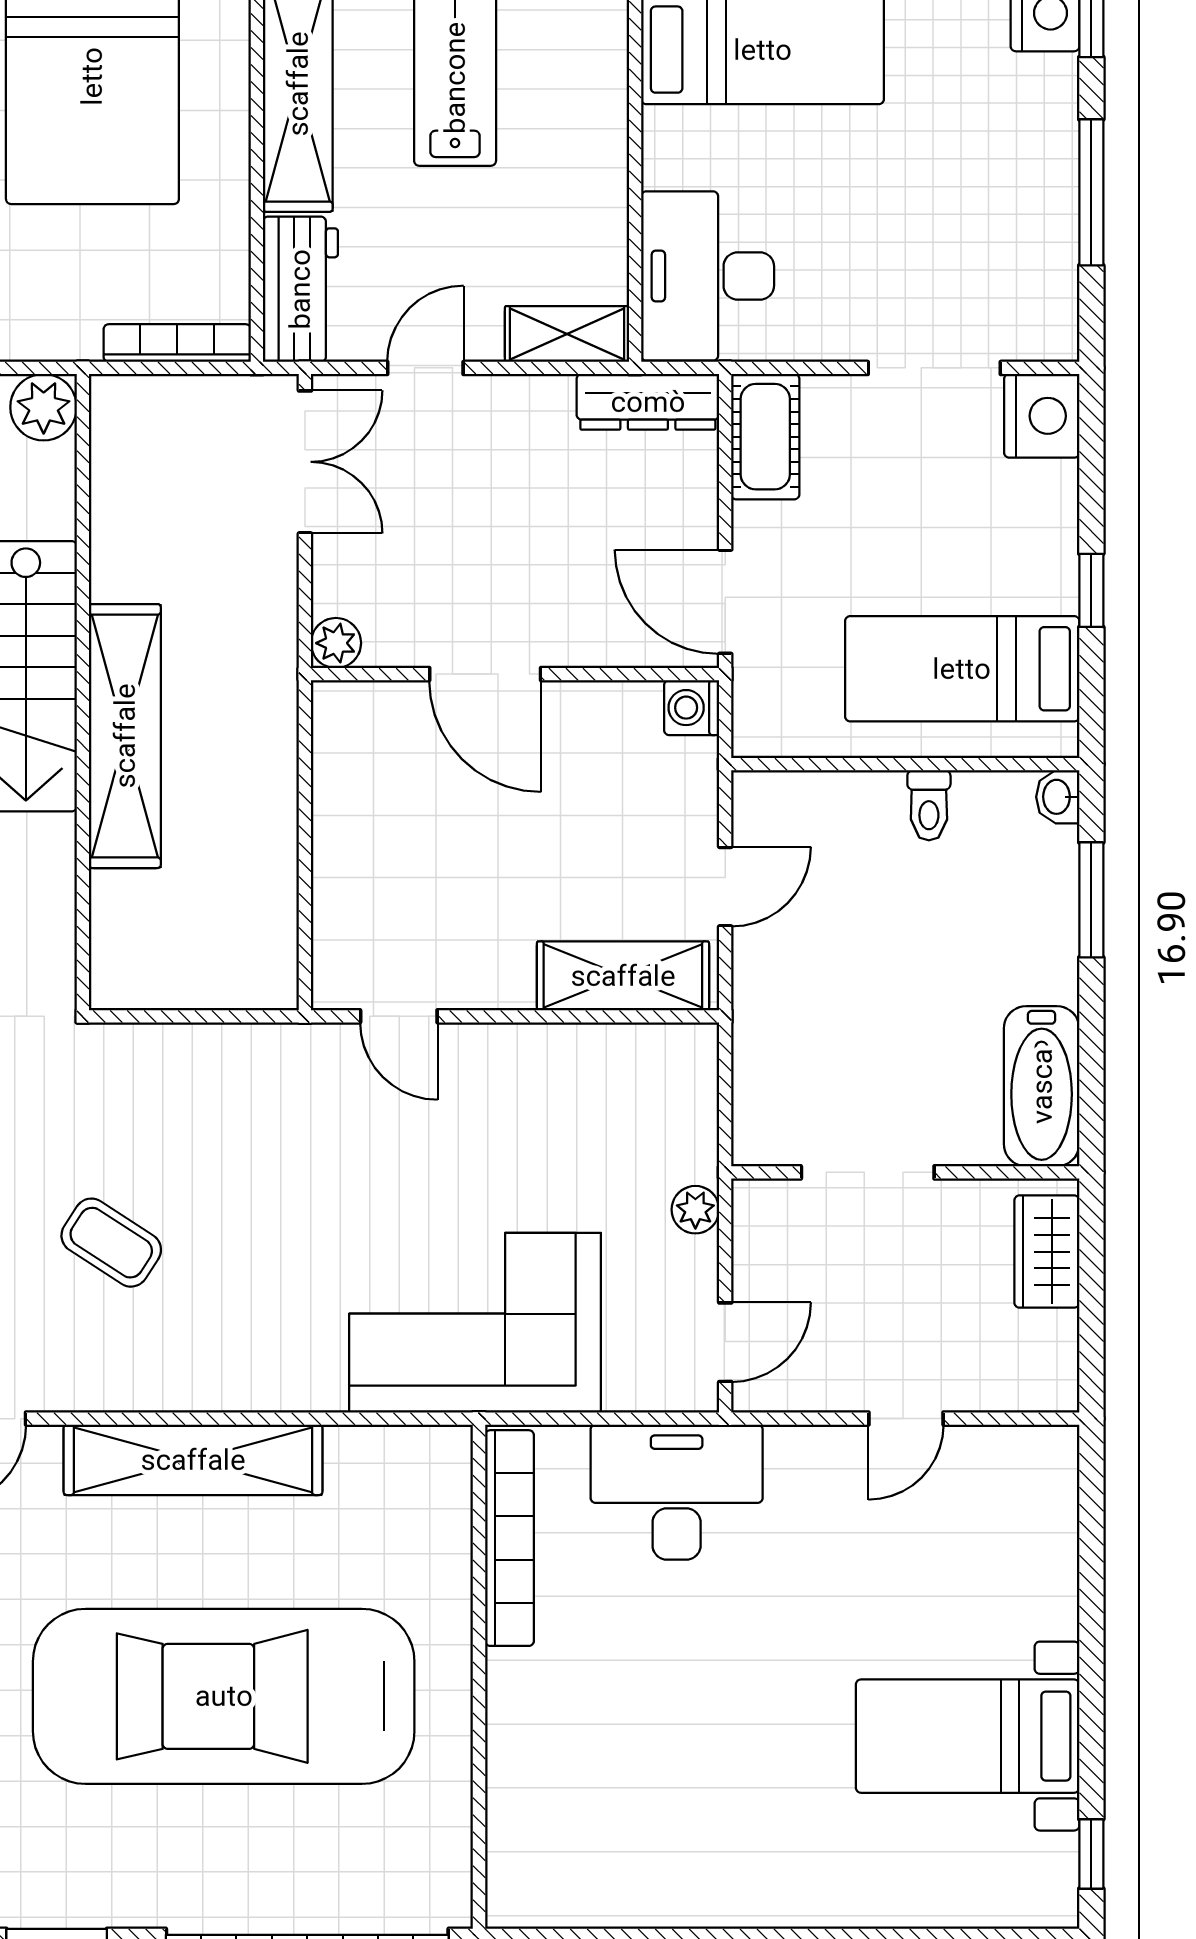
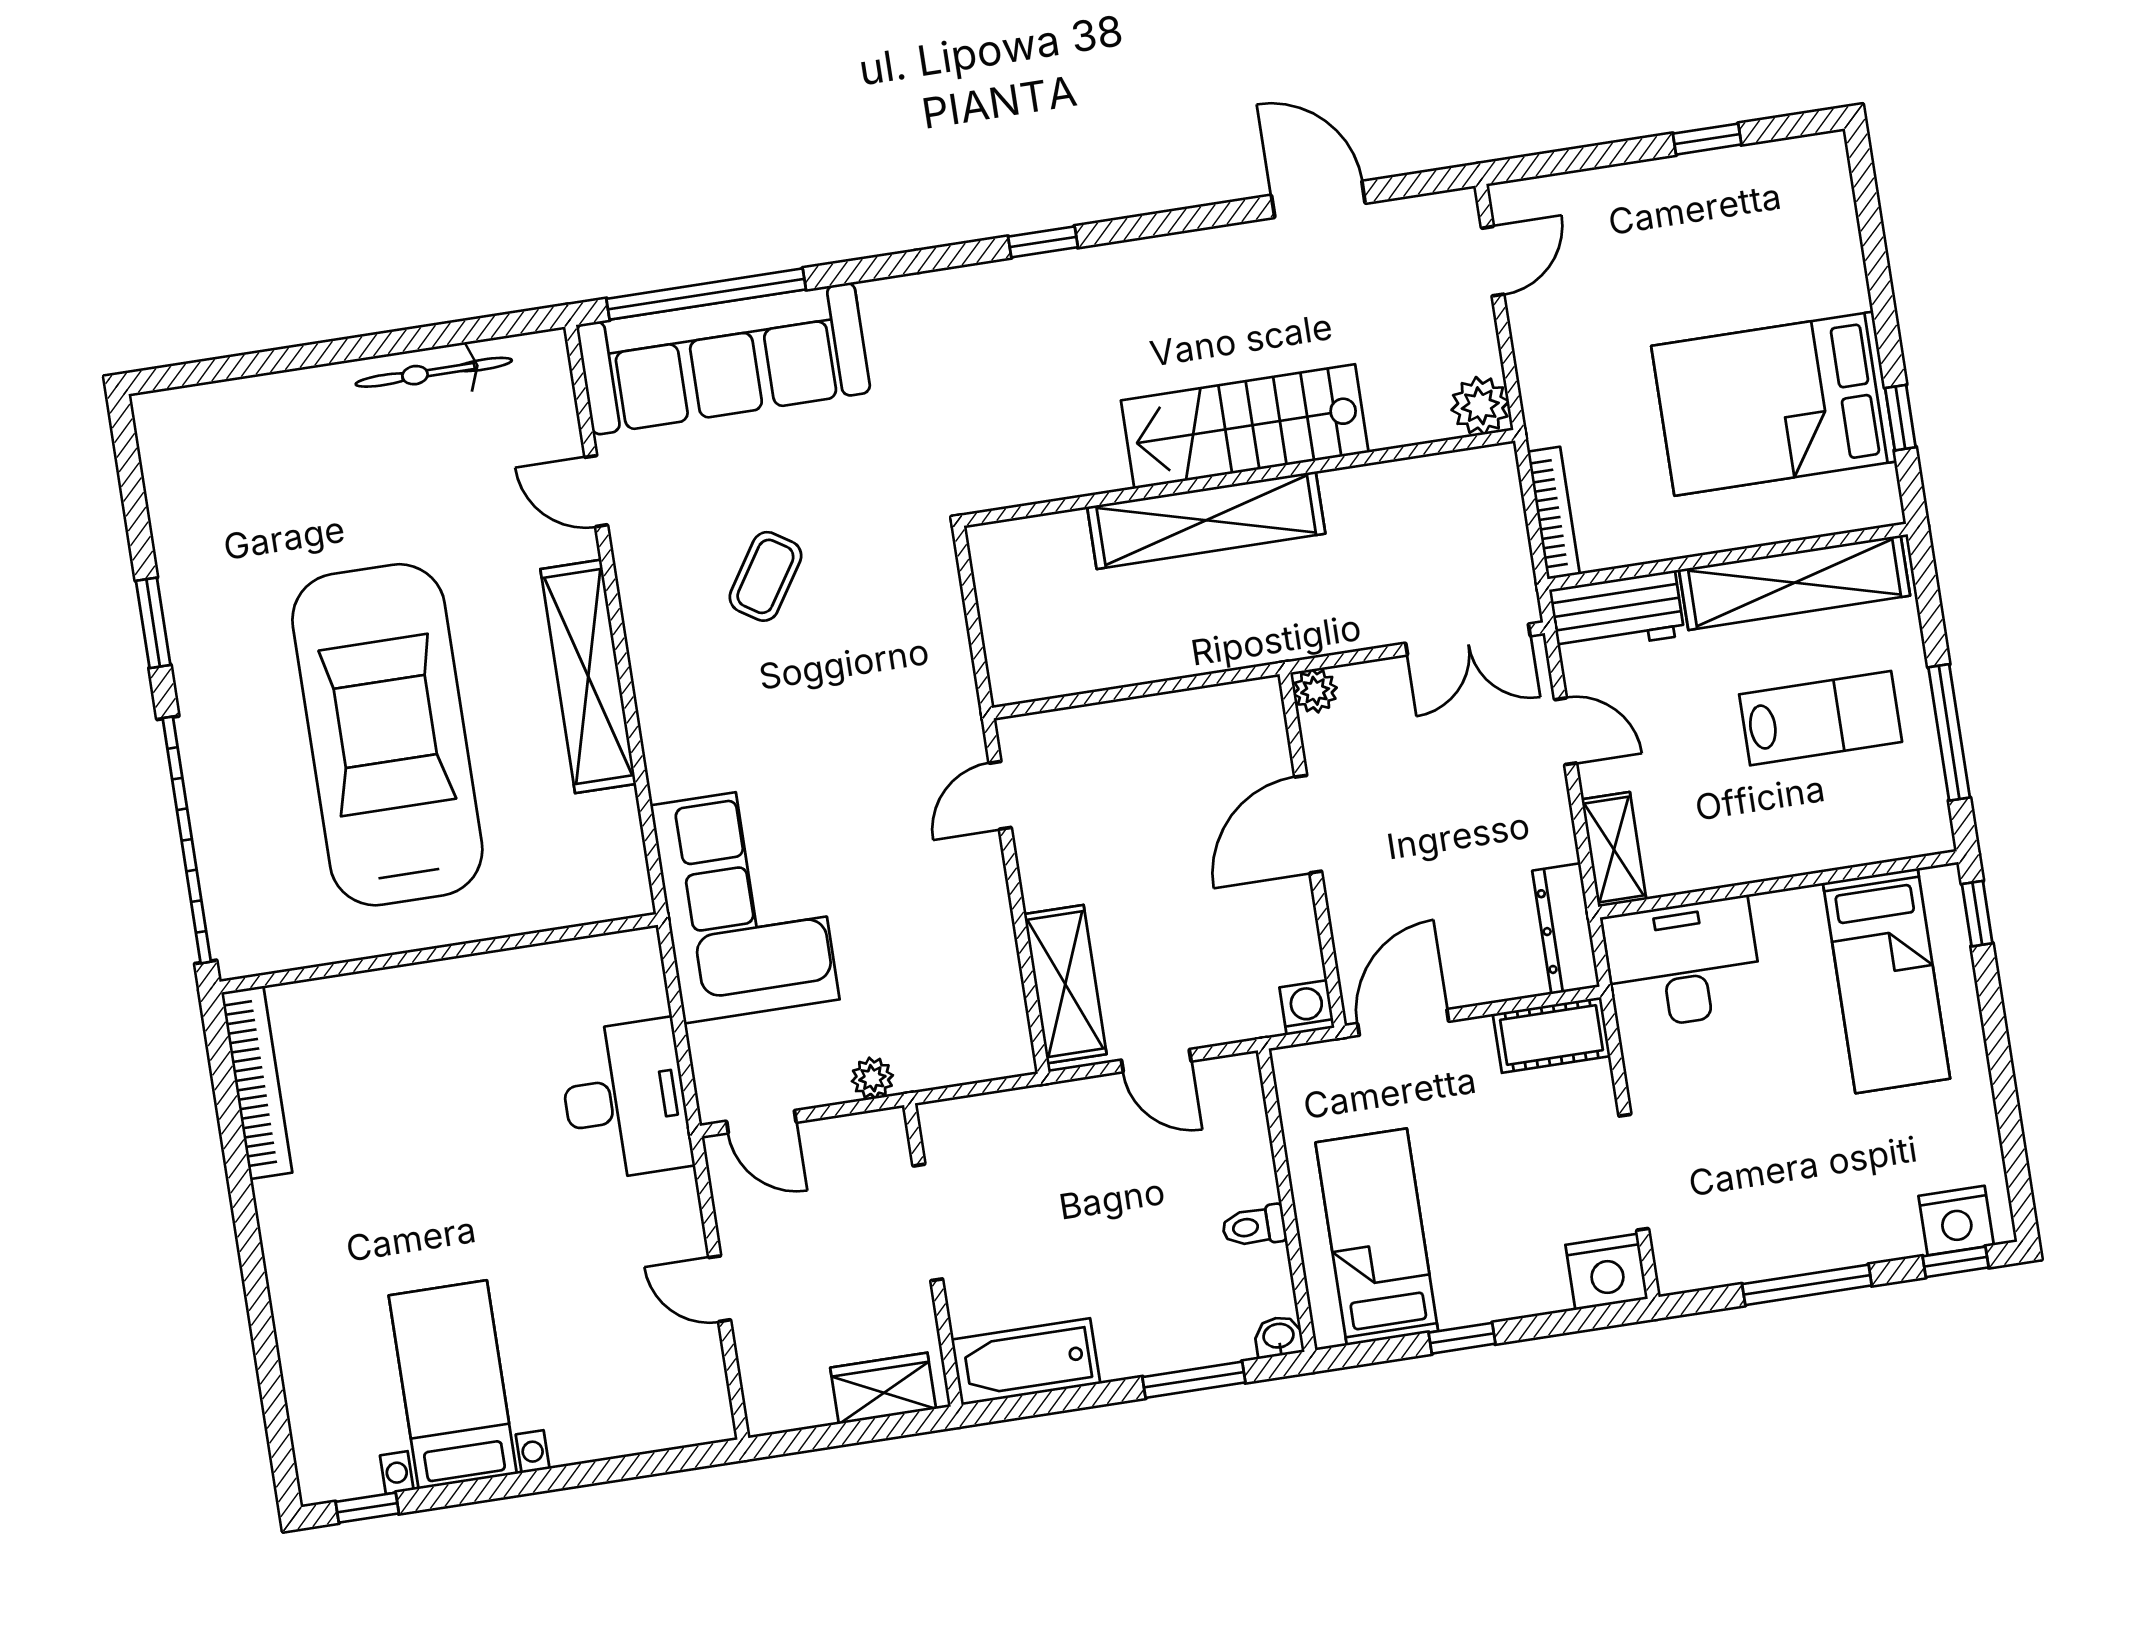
bookcase: (509, 1538) -> (257, 1083), moved, turned -90

